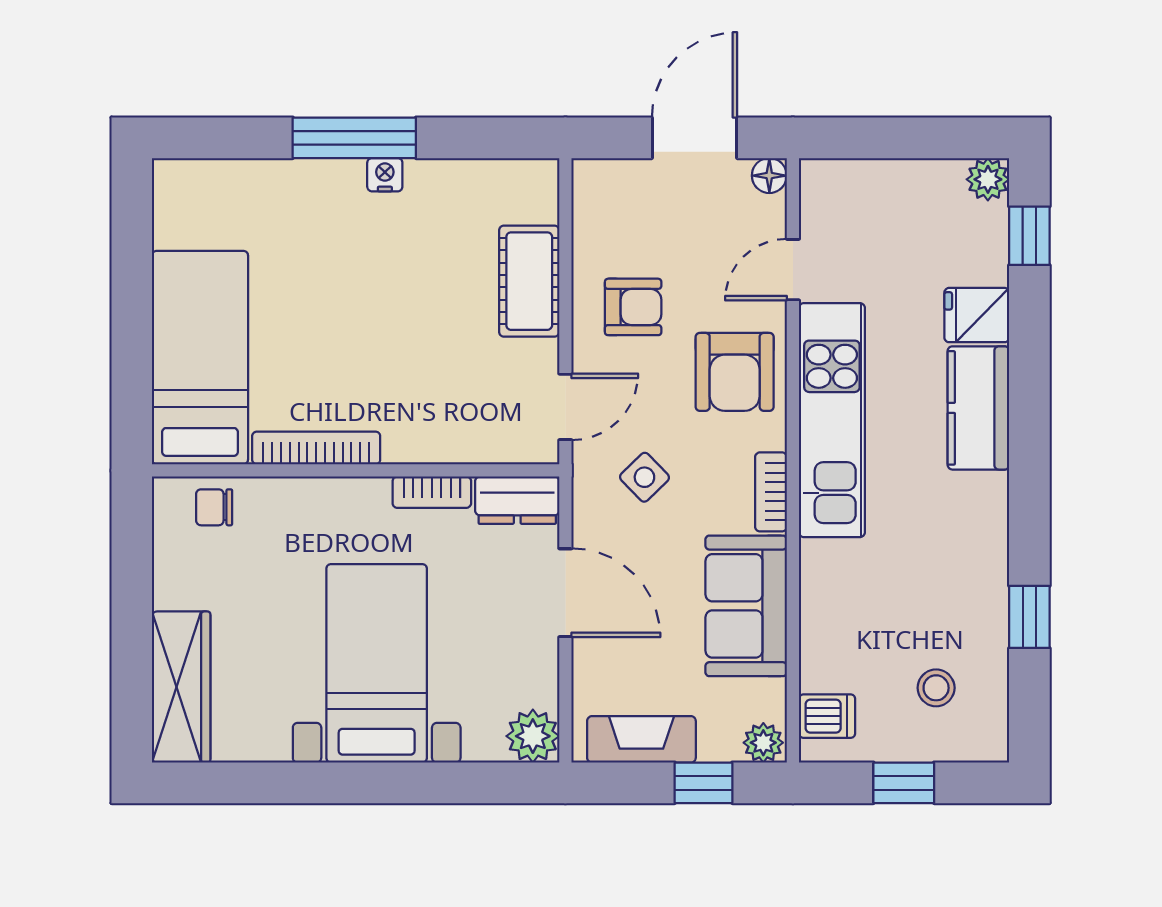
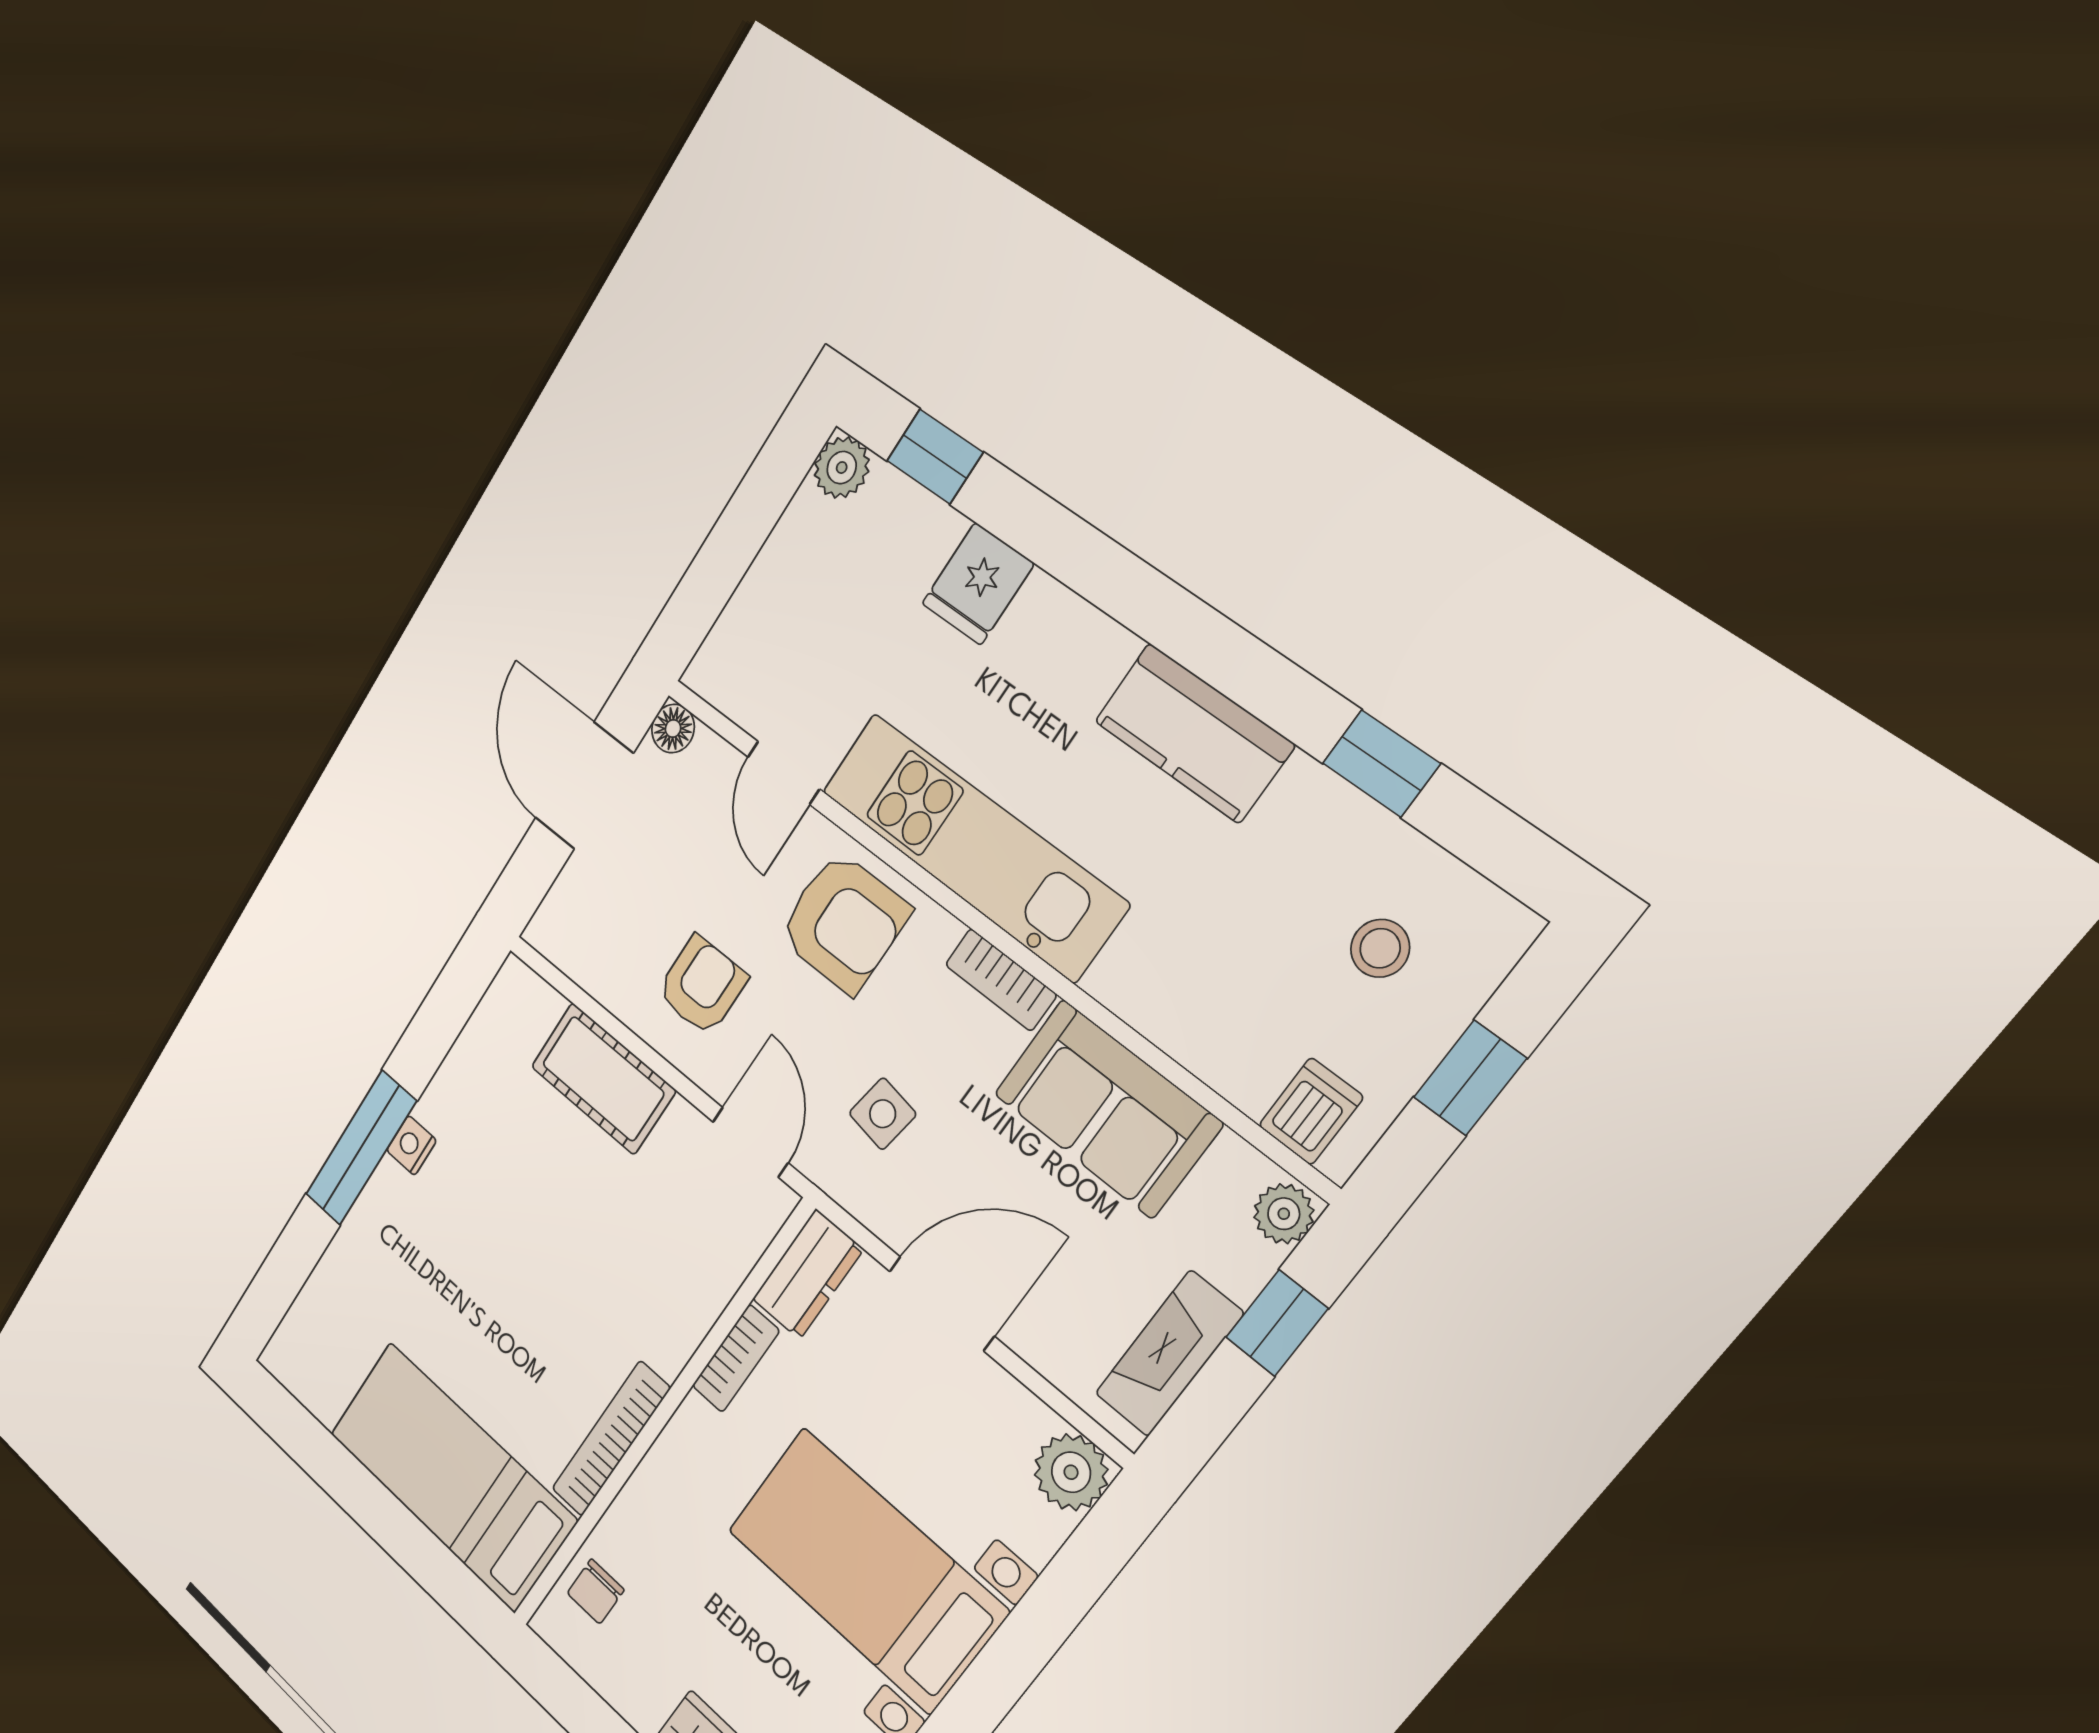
kitchen counter: (978, 408) -> (1194, 733), moved
side table: (644, 477) -> (883, 1114), turned -37

